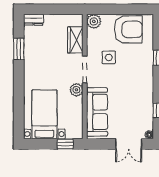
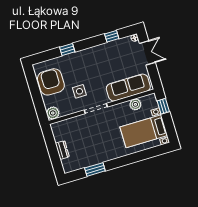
dresser: (34, 20) -> (62, 150), moved
wardrobe: (75, 40) -> (73, 124), removed
plant: (76, 90) -> (135, 104), moved

